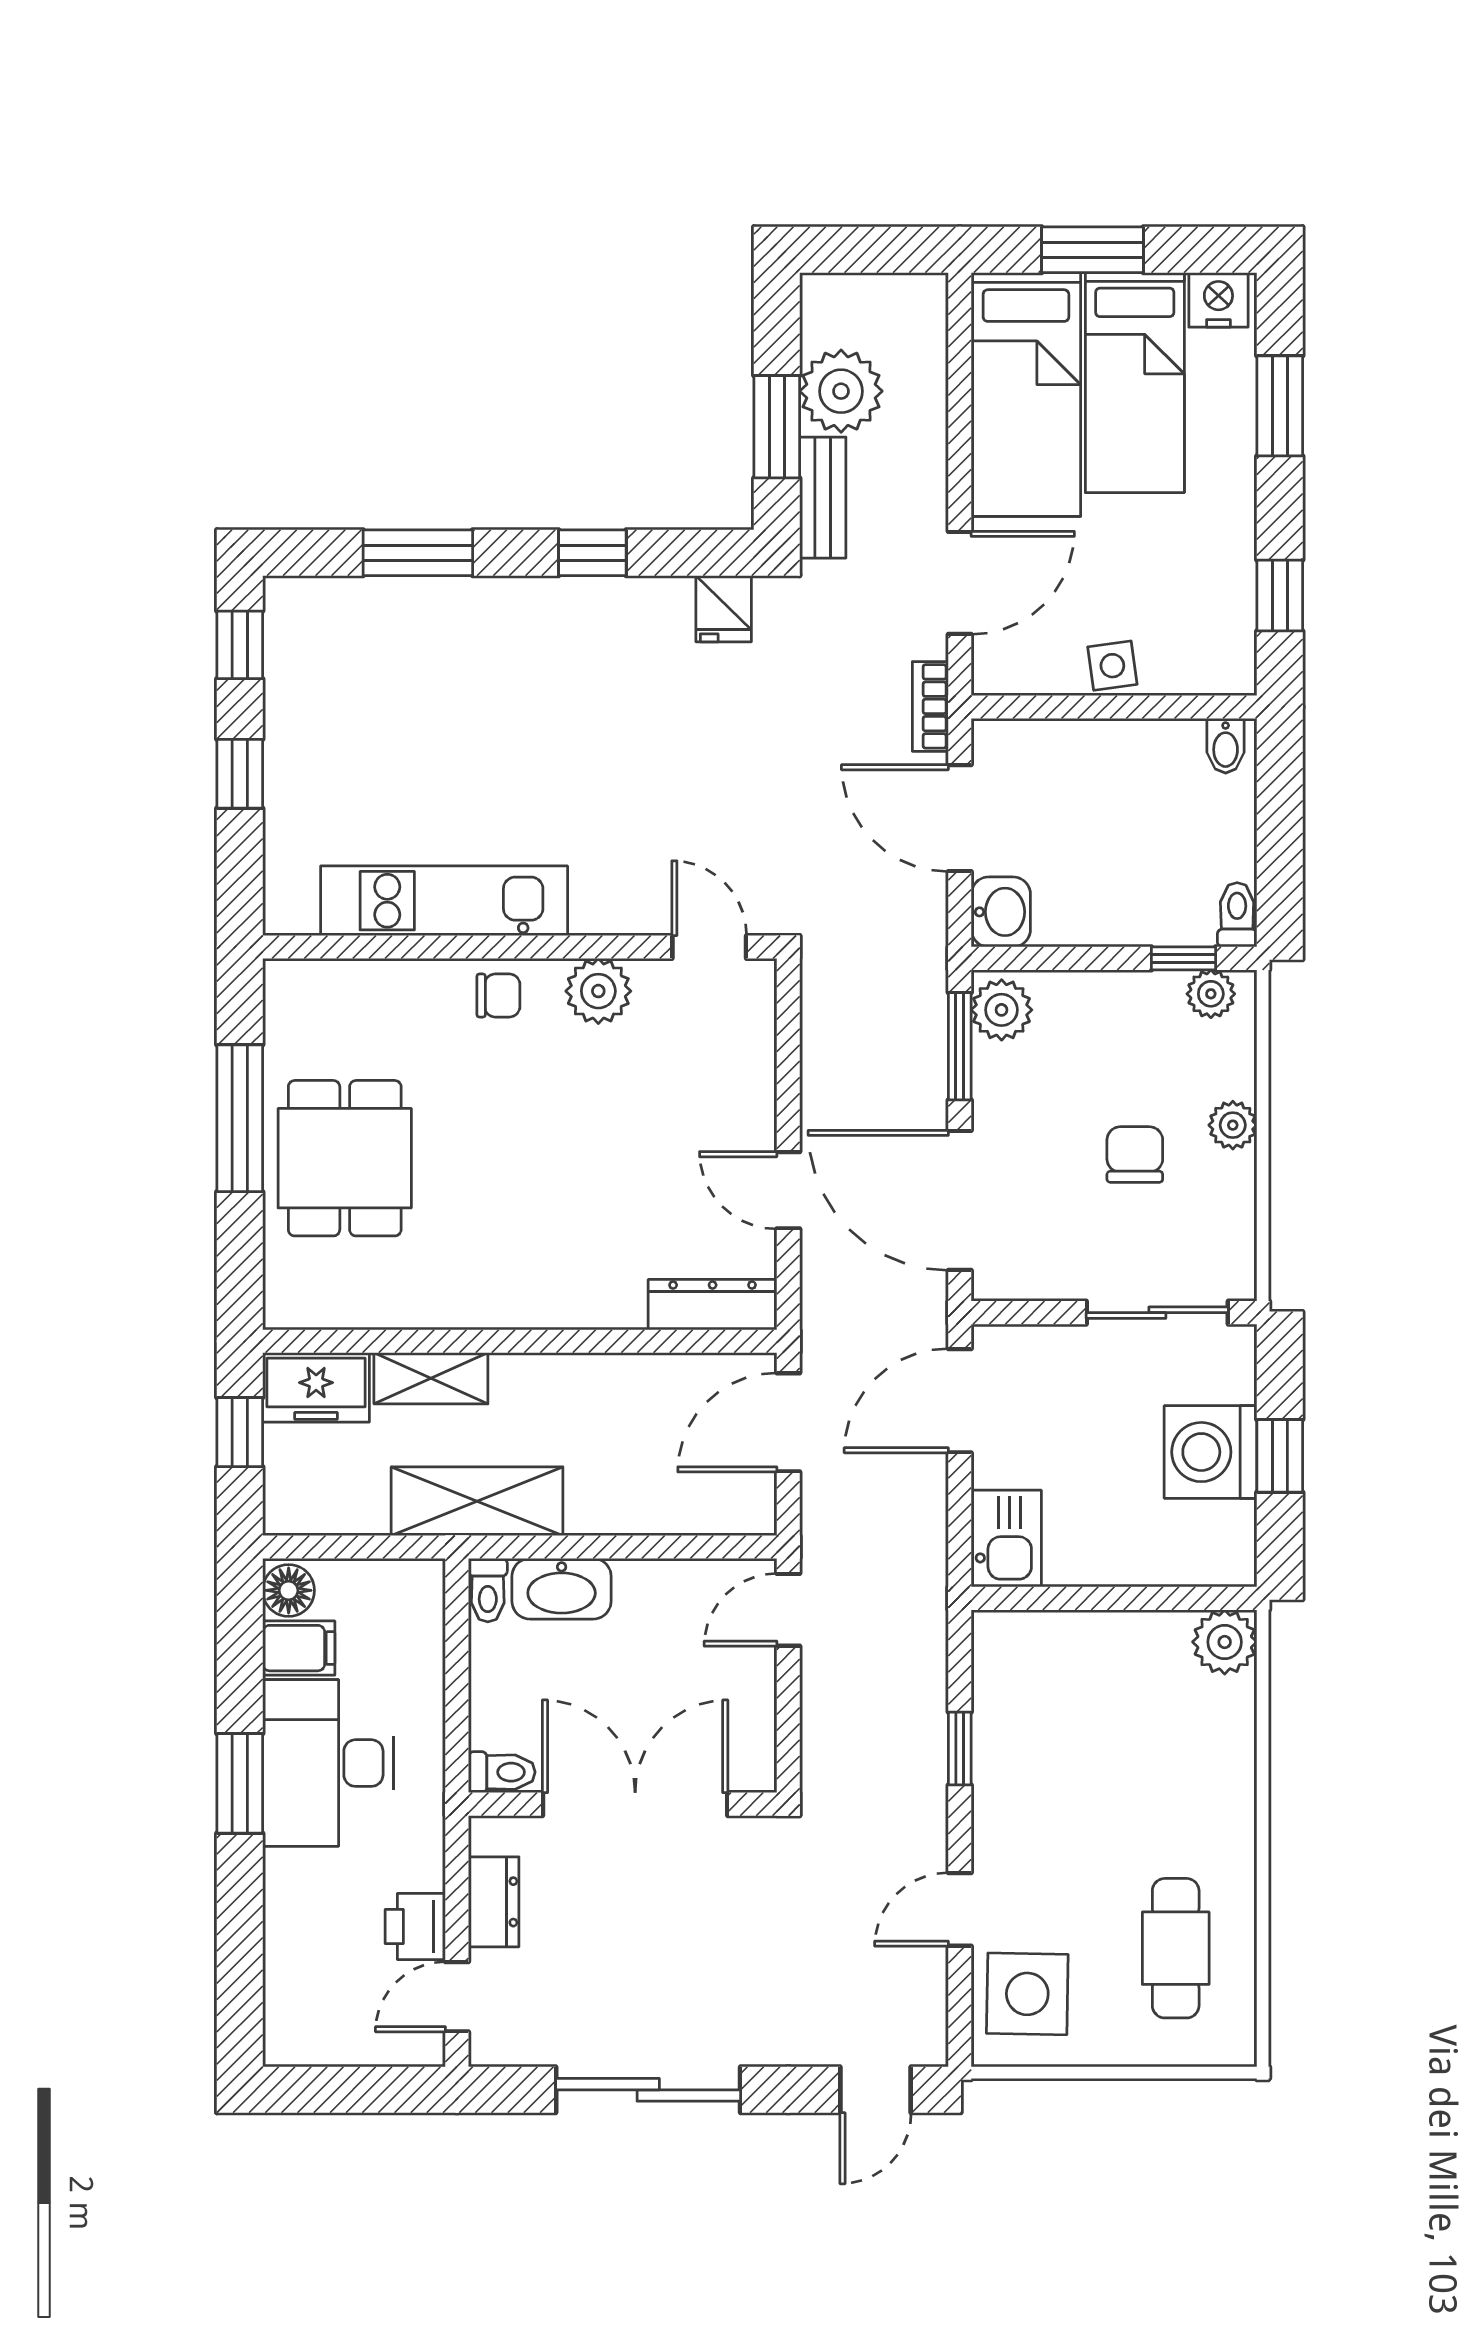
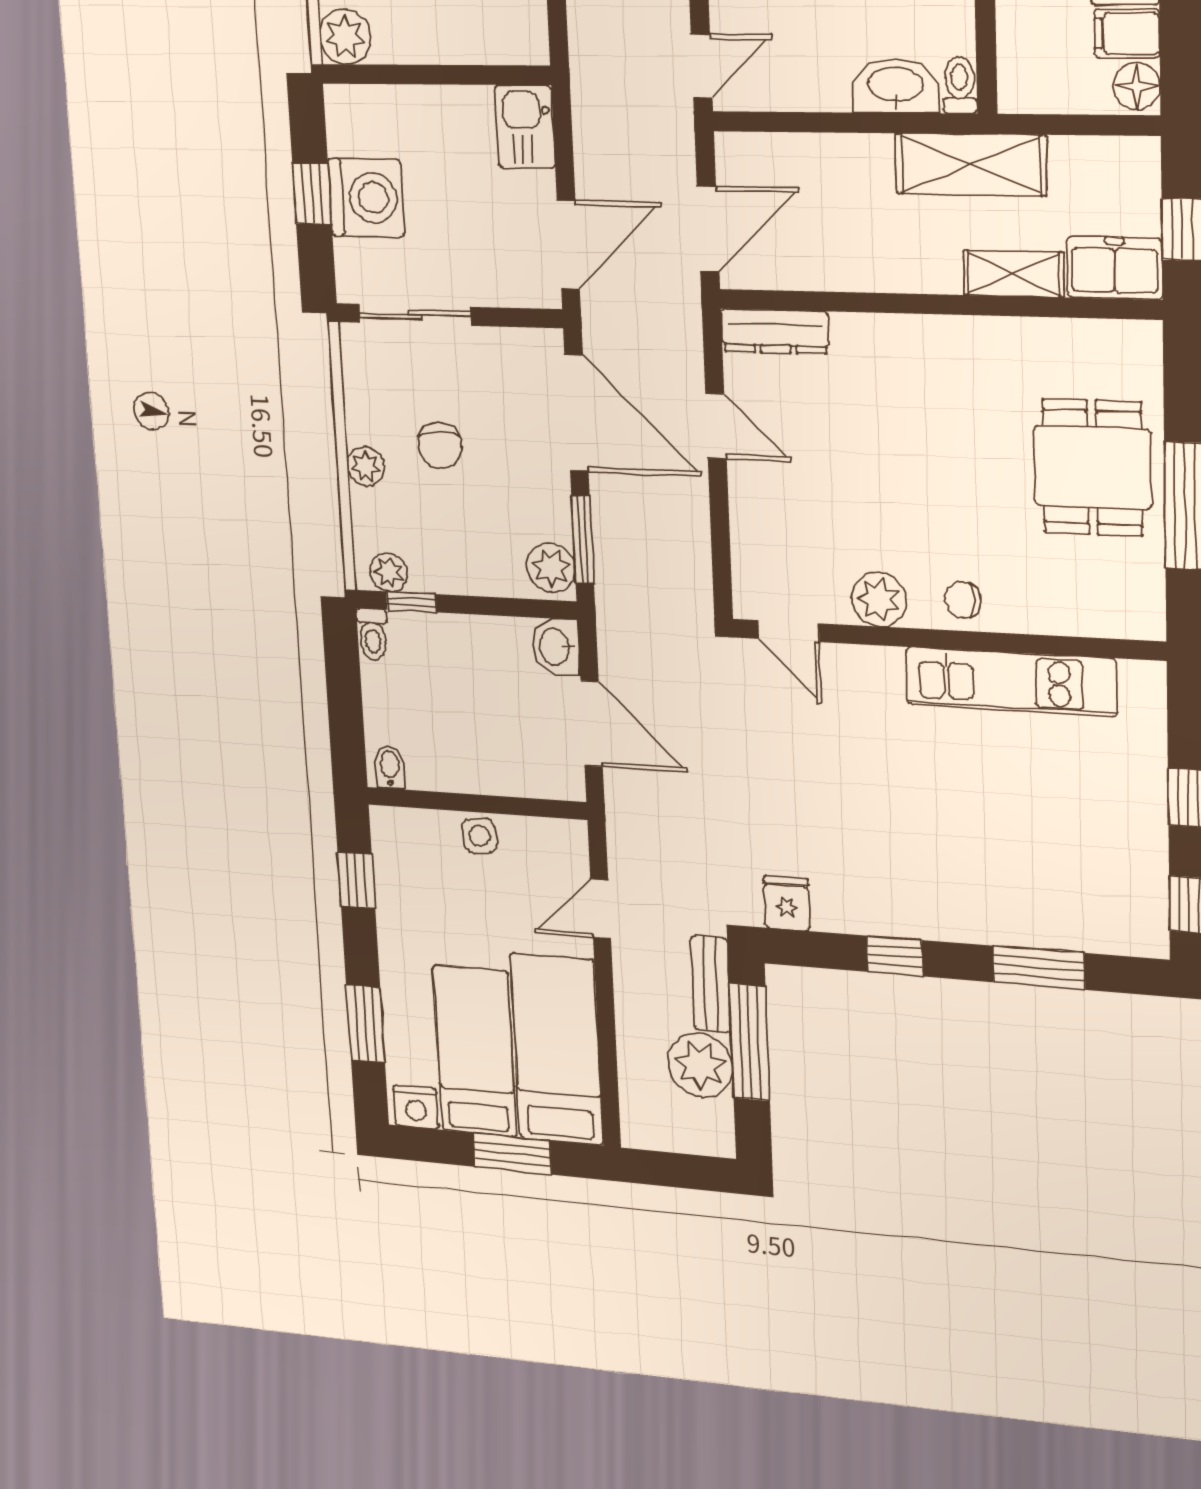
window: (777, 427) -> (749, 1042), width x1.44
door: (960, 583) -> (601, 909), width x0.73
bookcase: (930, 706) -> (619, 814), removed

